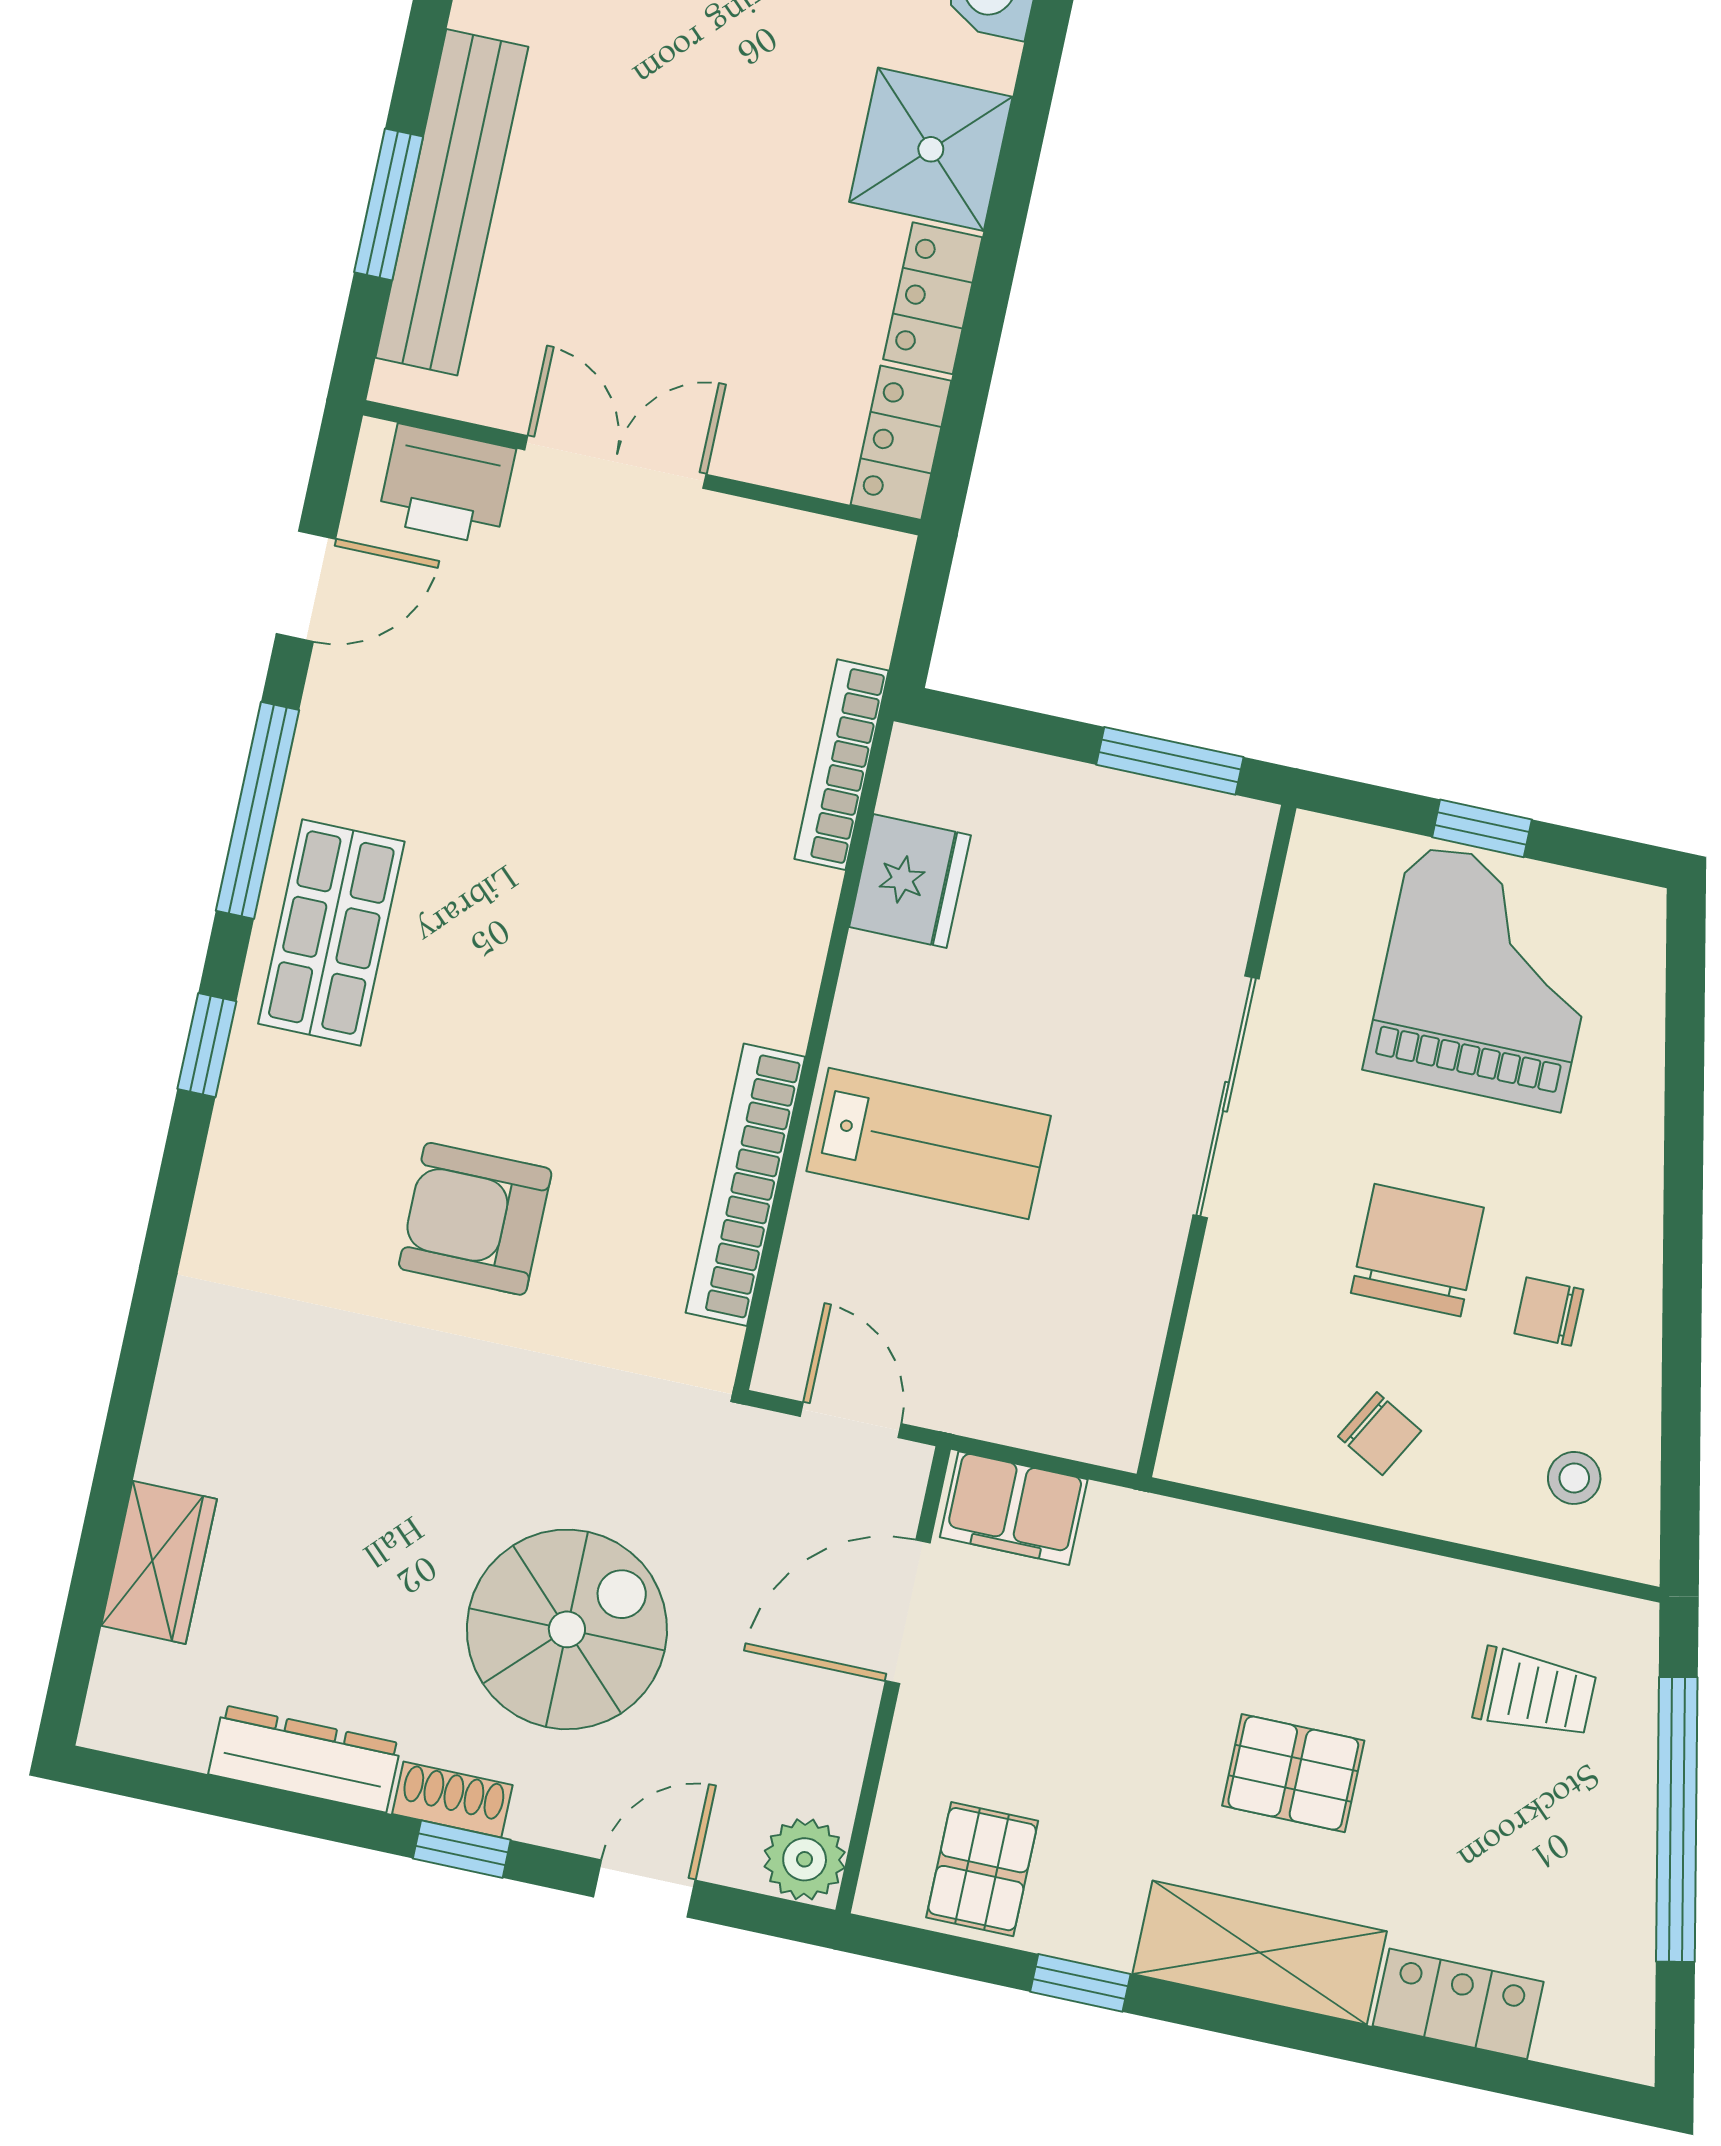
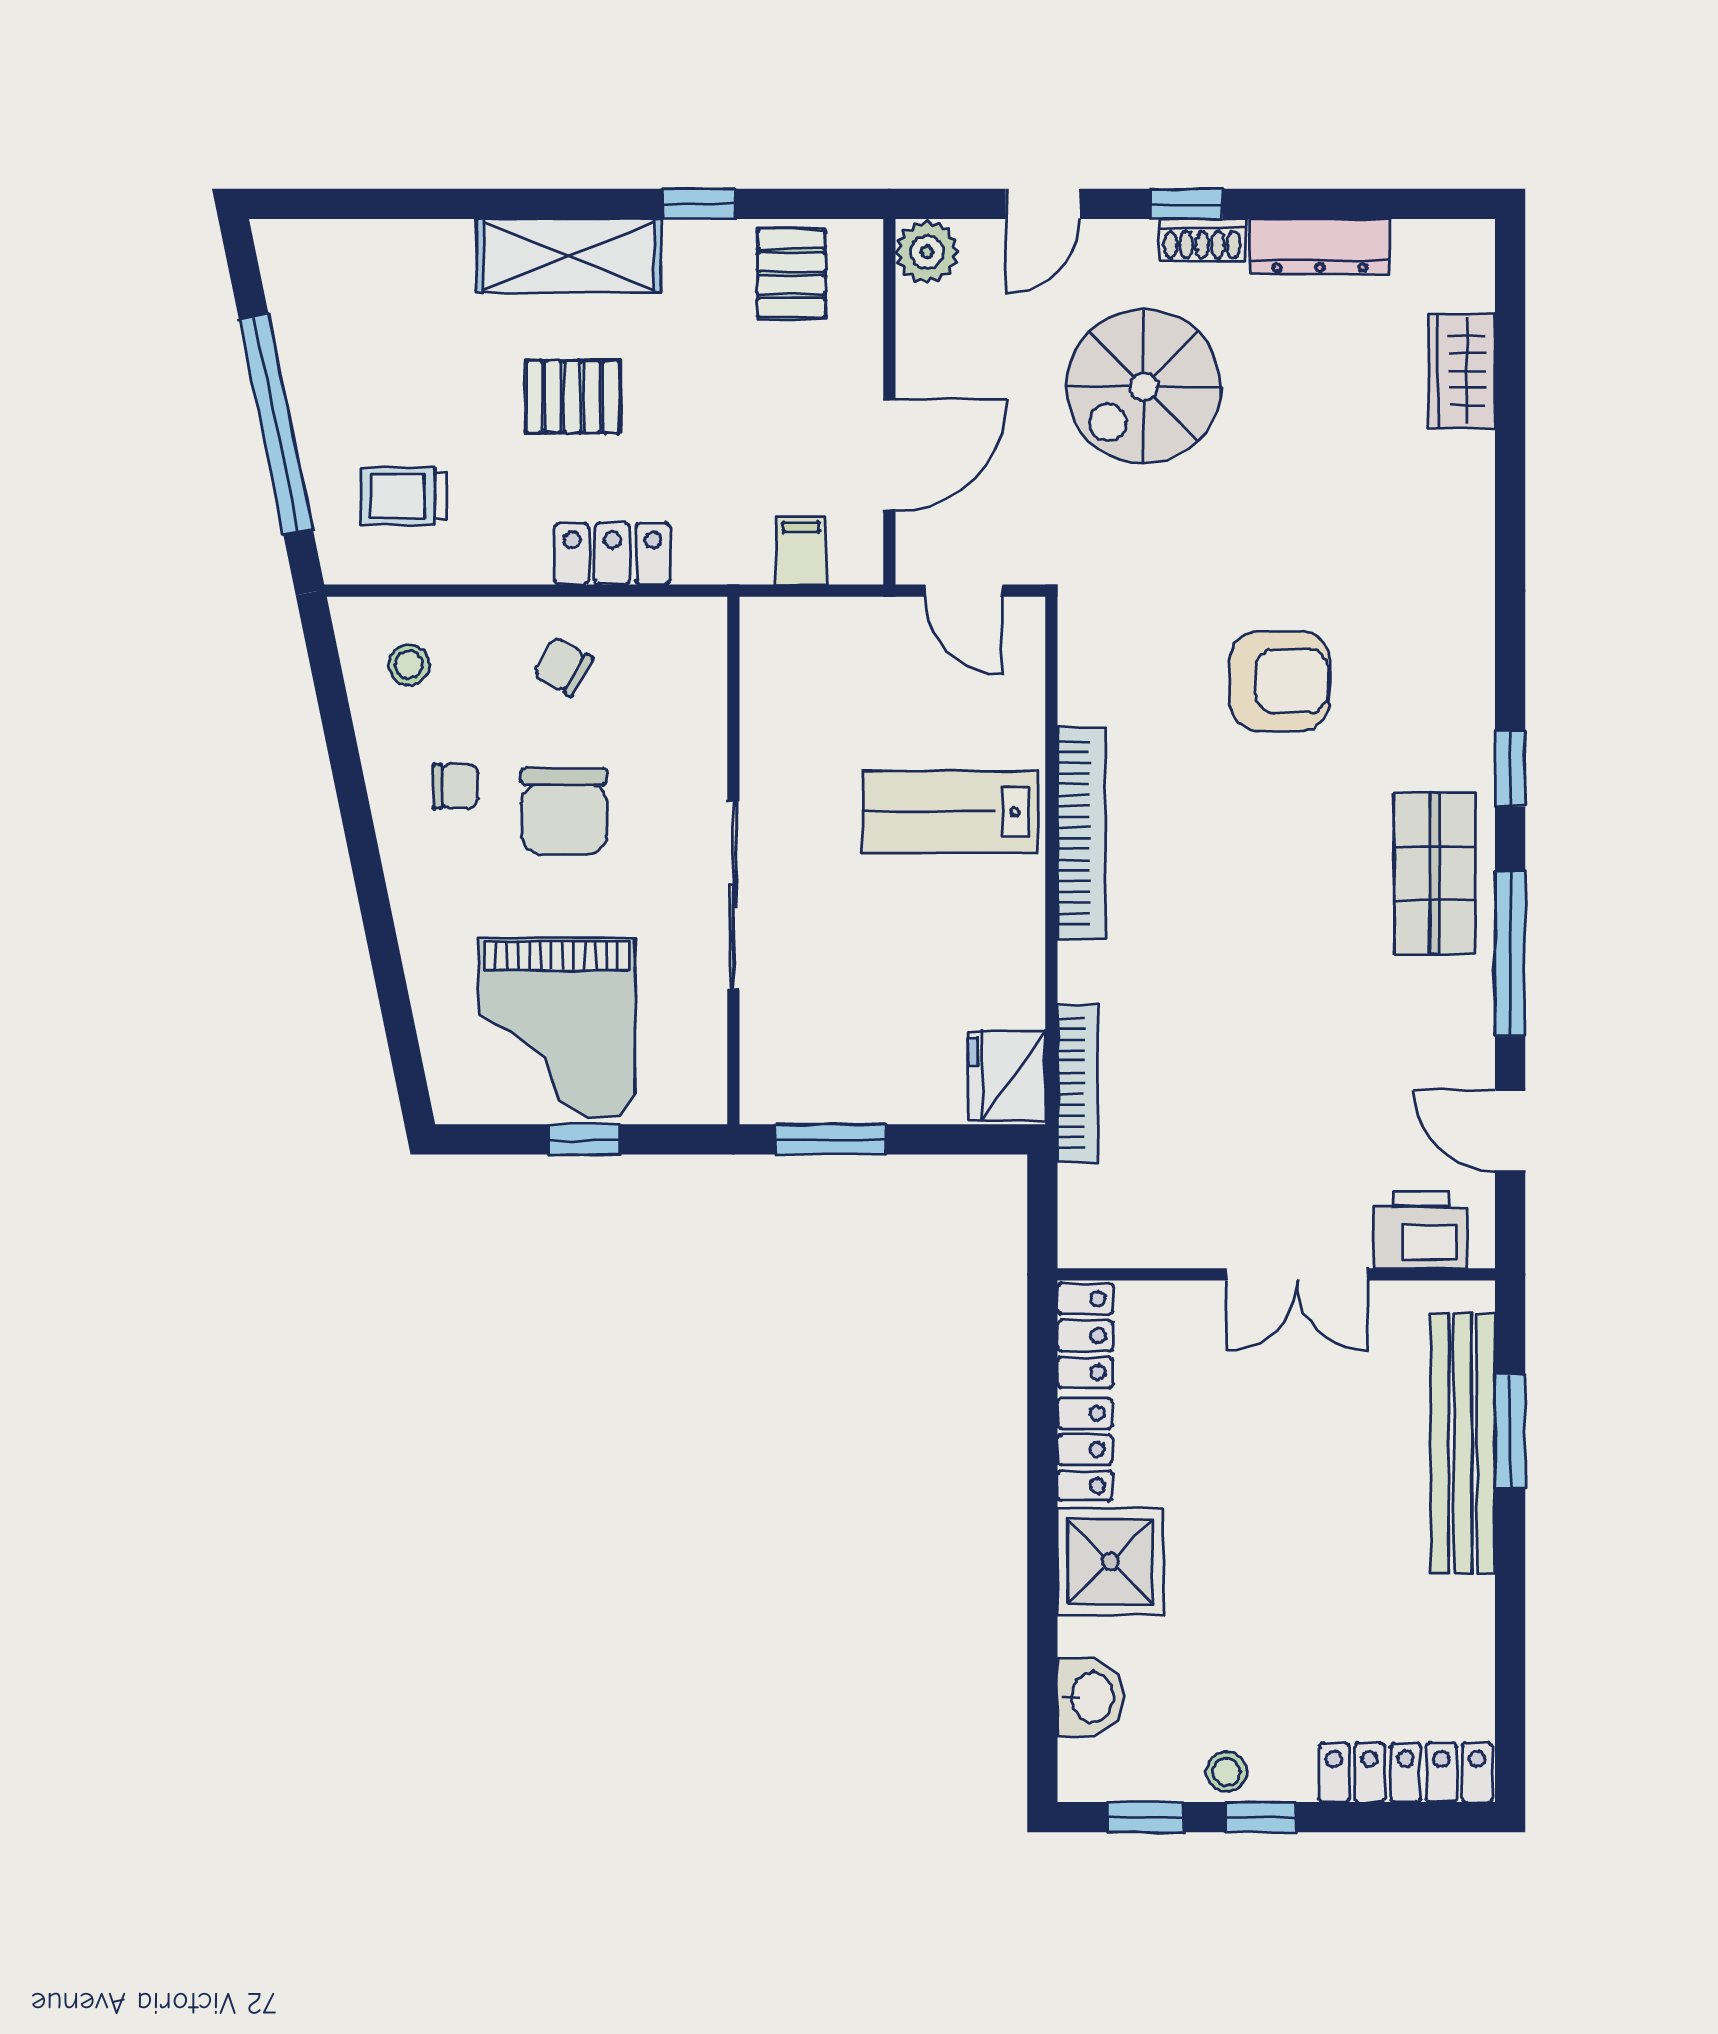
door: (306, 586) -> (1510, 1130), hinge flipped
fridge: (910, 881) -> (1007, 1075), moved
bookcase: (745, 1185) -> (1081, 833), moved
filing cabinet: (1014, 1508) -> (801, 551), width x0.50
locker: (1458, 2004) -> (612, 554), moved, turned 180

